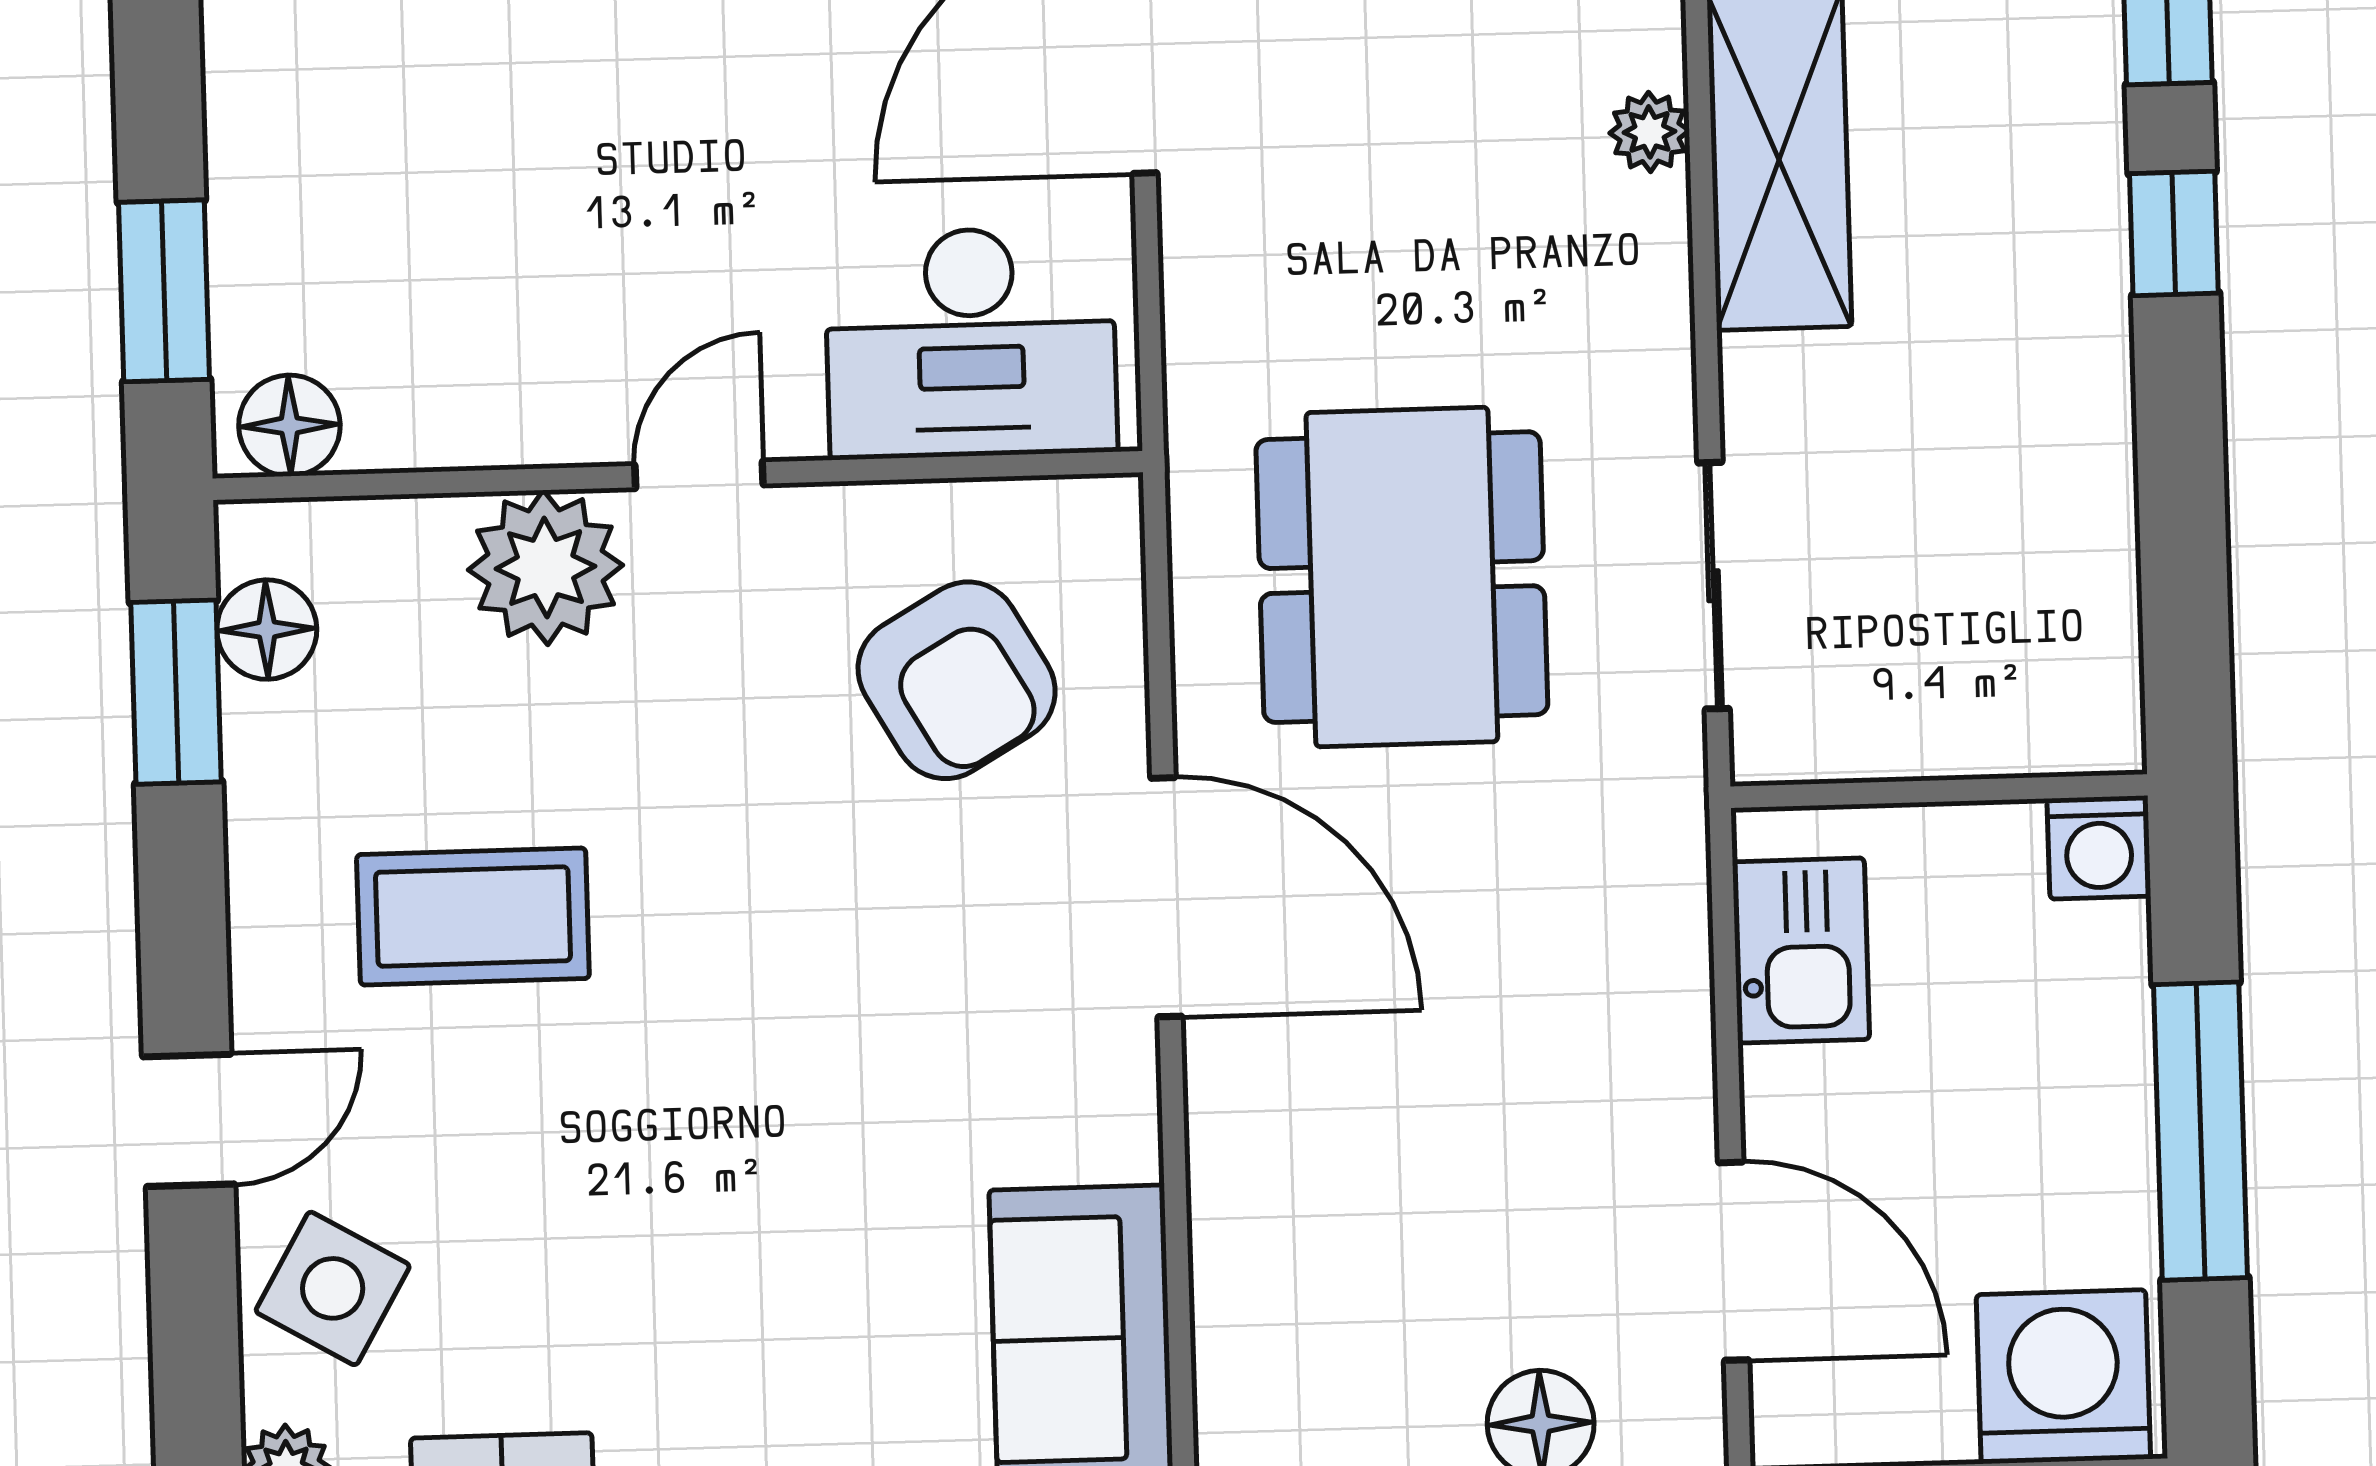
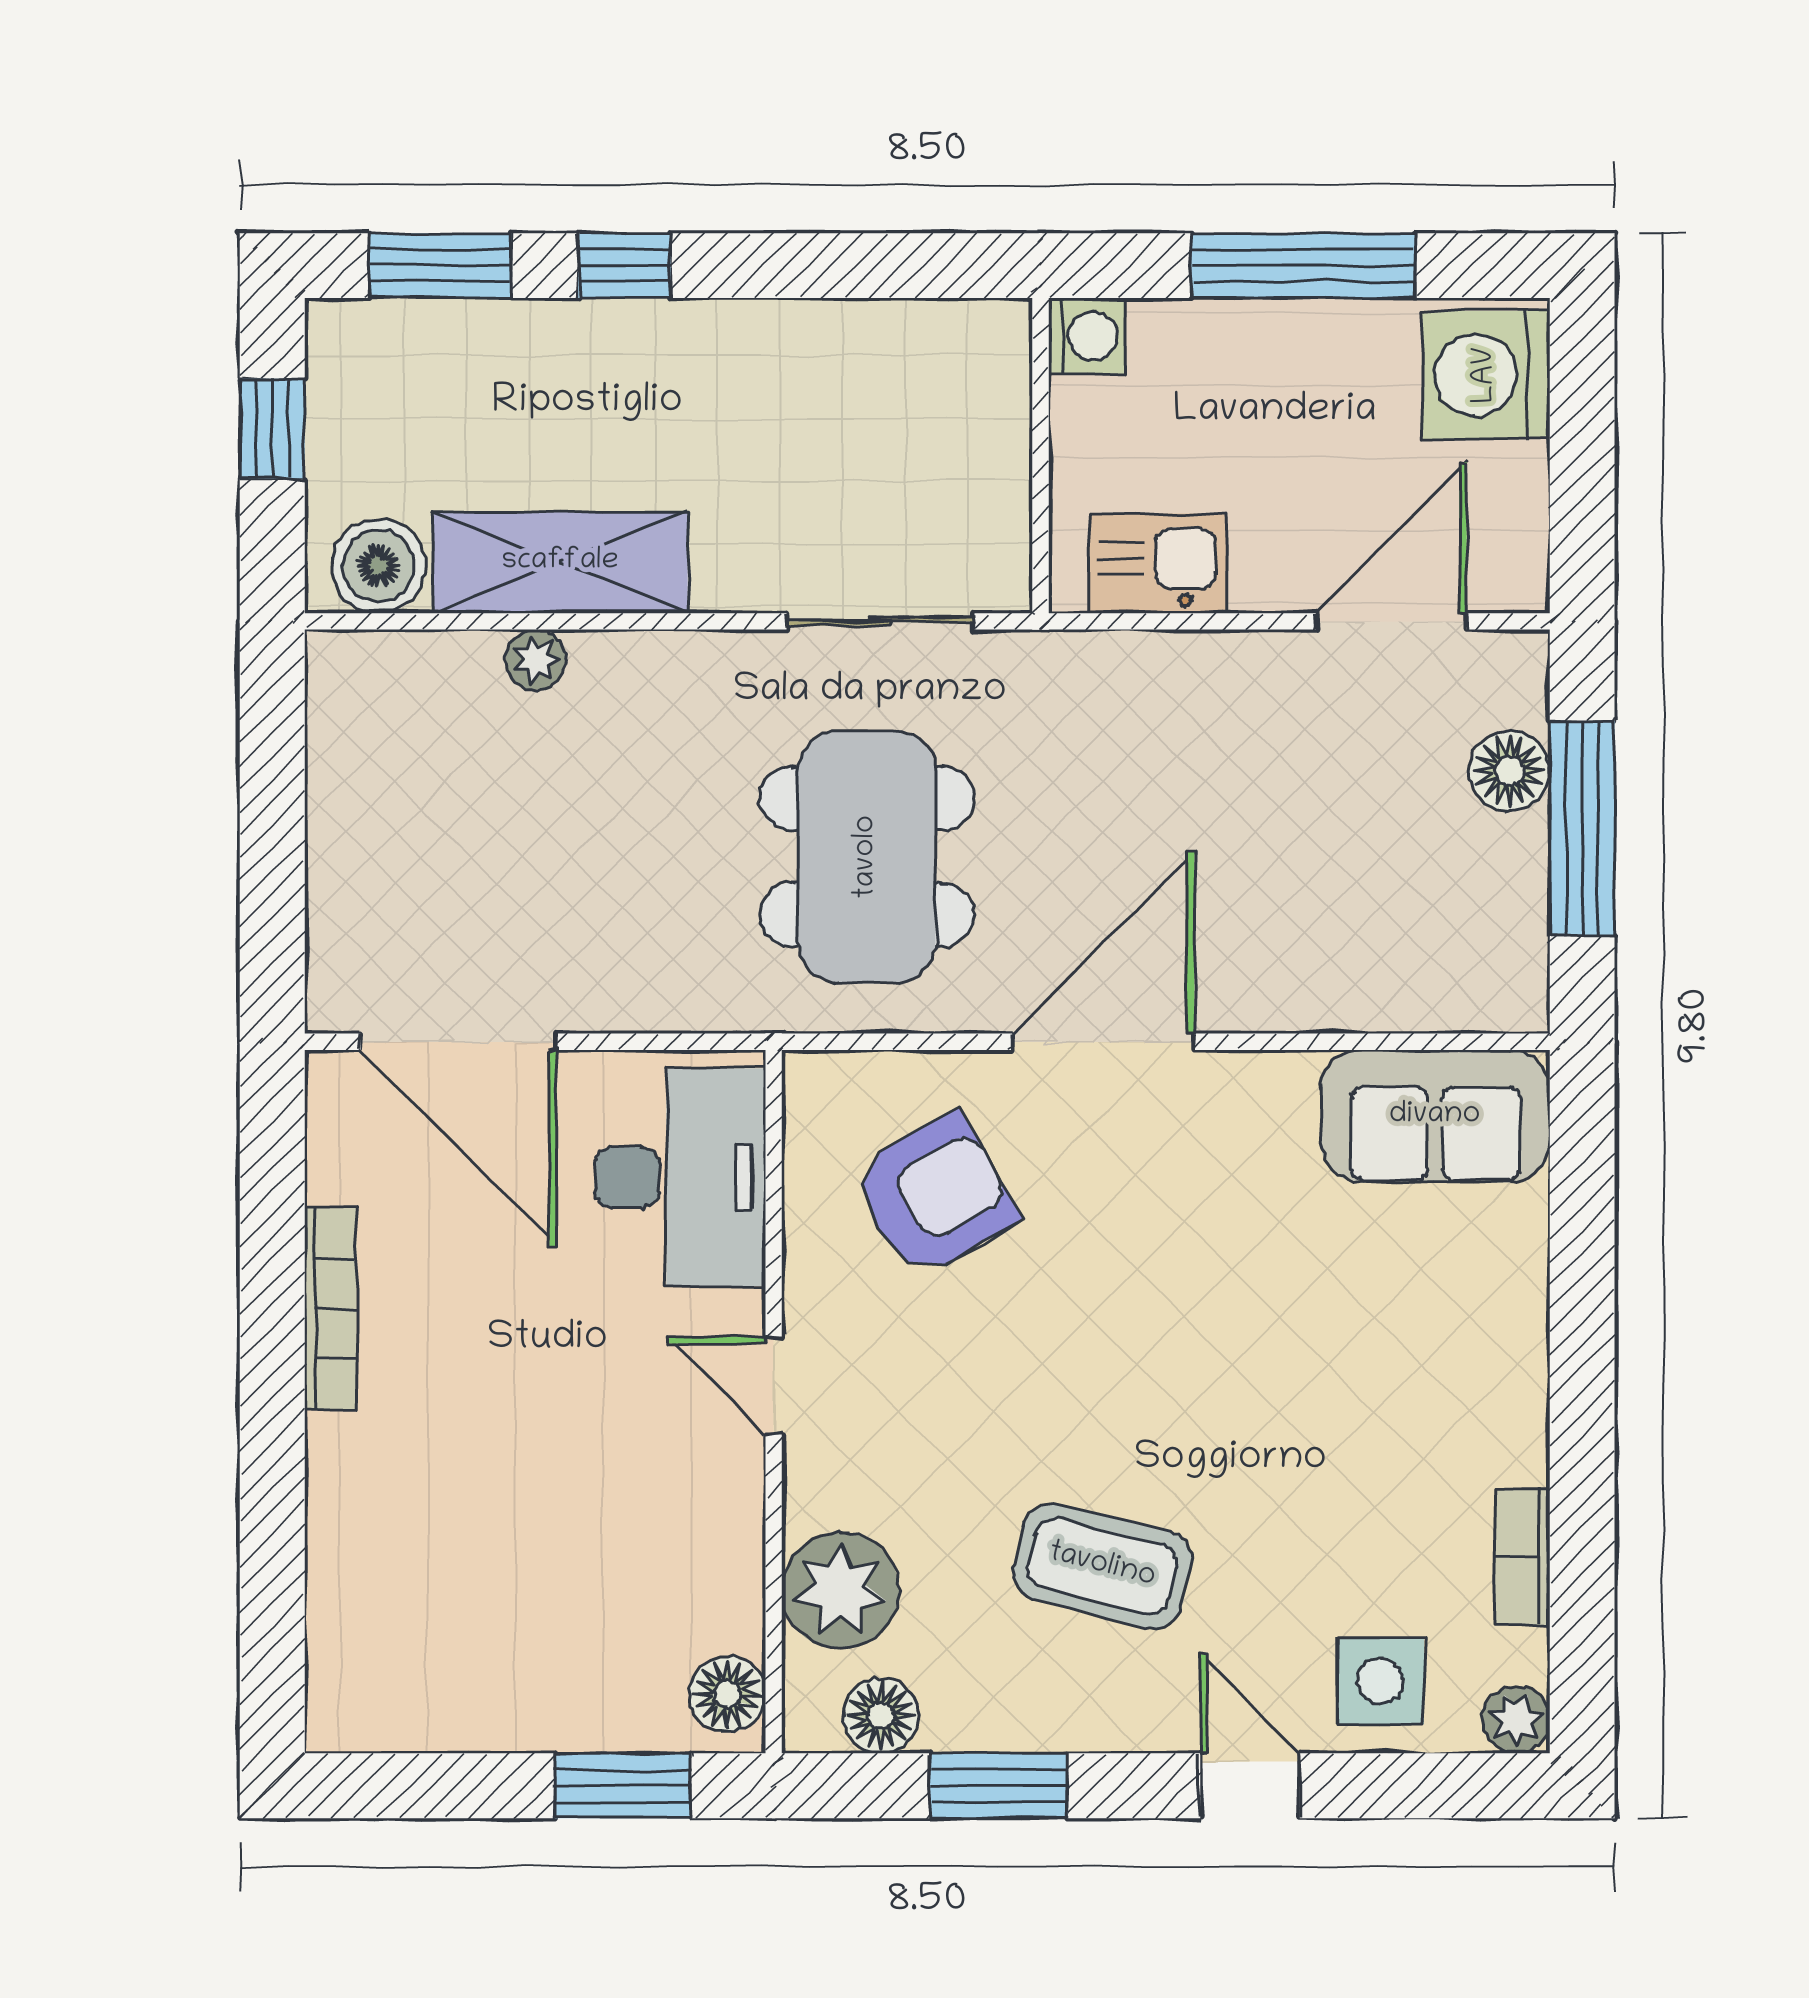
plant: (546, 568) -> (840, 1591), moved
dining table: (1402, 577) -> (867, 857), turned 90
window: (176, 692) -> (999, 1786), moved
coffee table: (473, 917) -> (1102, 1566), turned -76
side table: (333, 1288) -> (1380, 1681), turned -30

